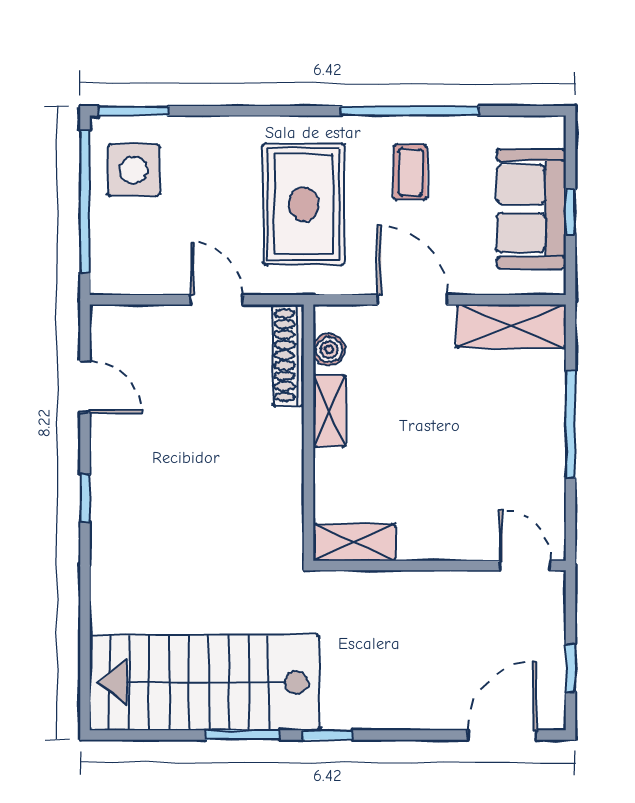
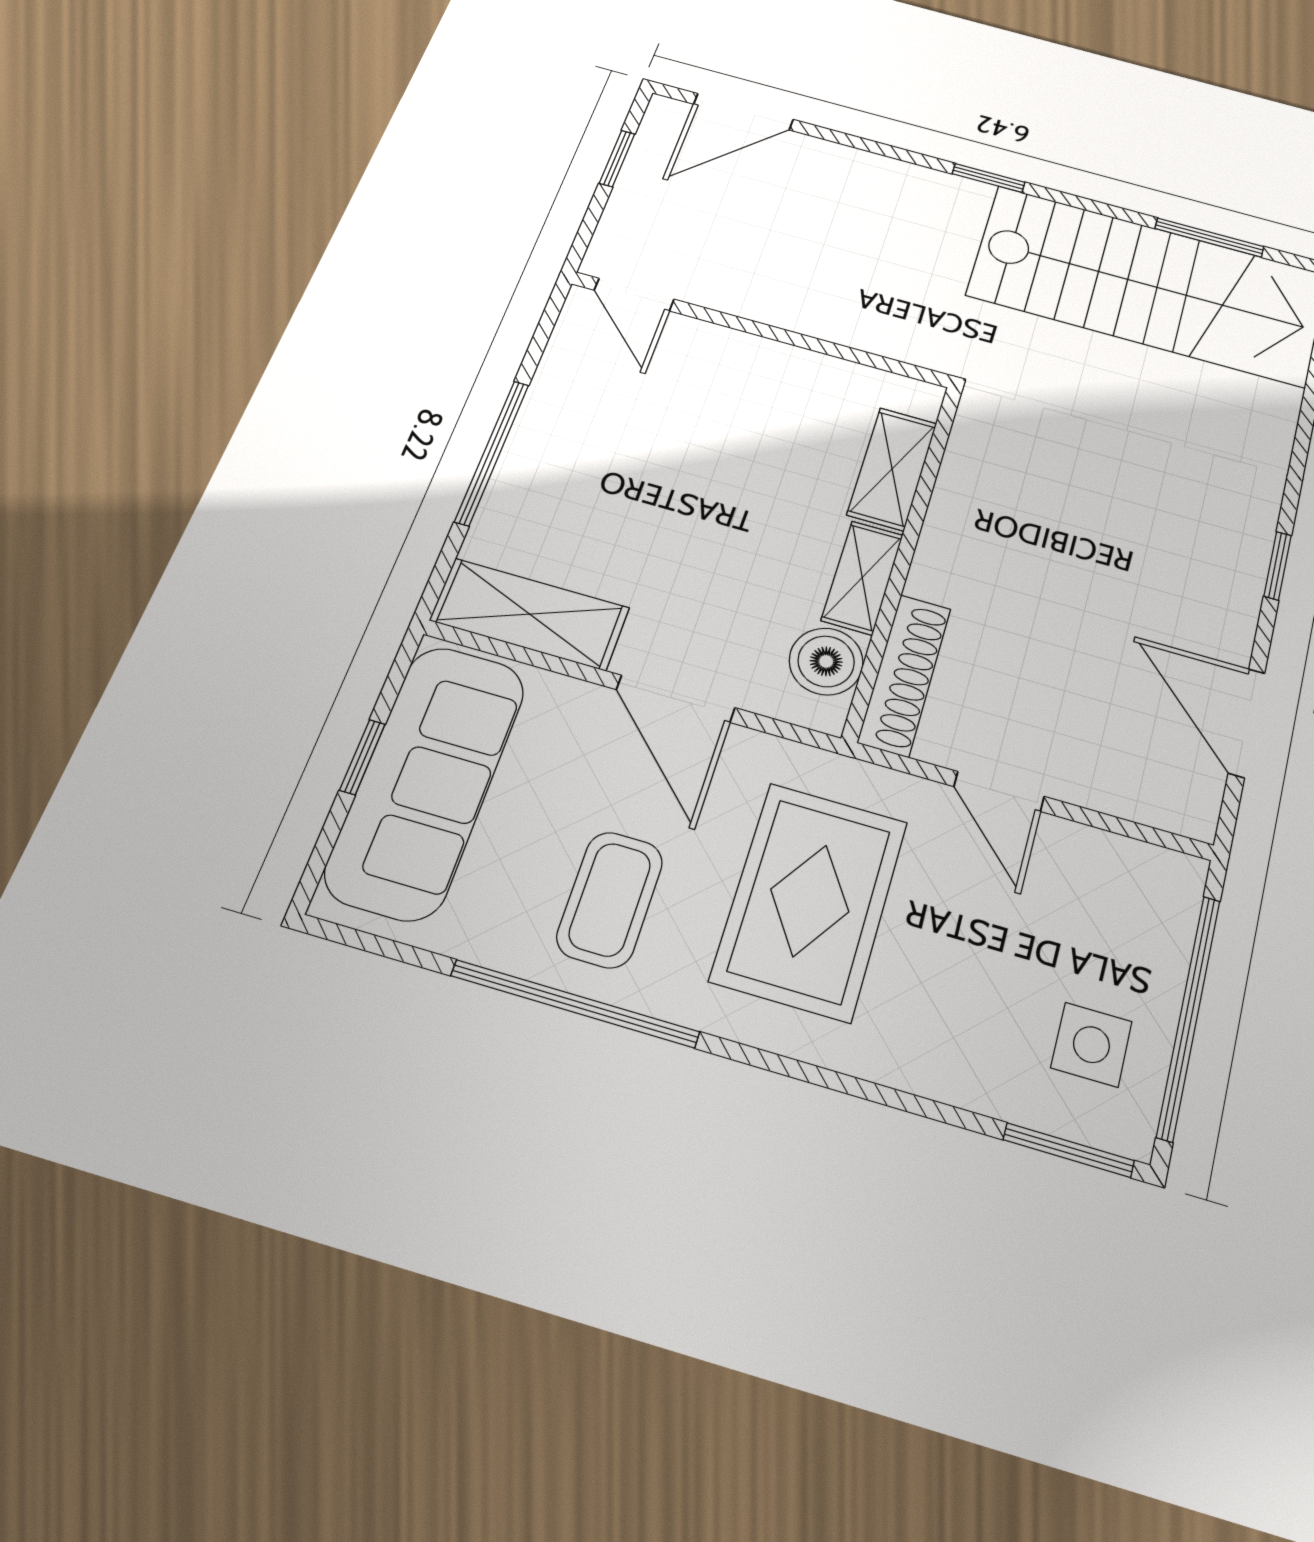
side table: (134, 170) -> (1091, 1045), width x0.73, depth x0.73
coffee table: (410, 172) -> (610, 899), width x1.36, depth x1.30
sofa: (531, 209) -> (426, 781), width x1.36
boiler: (329, 350) -> (826, 661), width x1.36, depth x1.36
door: (85, 387) -> (1247, 723), width x1.38
shelving: (354, 542) -> (892, 469), moved, turned 90
window: (243, 735) -> (1209, 238), moved

